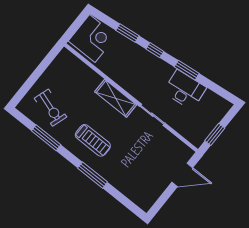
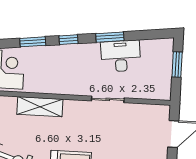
shelving: (116, 98) -> (40, 107), moved
window: (215, 134) -> (177, 65), moved

